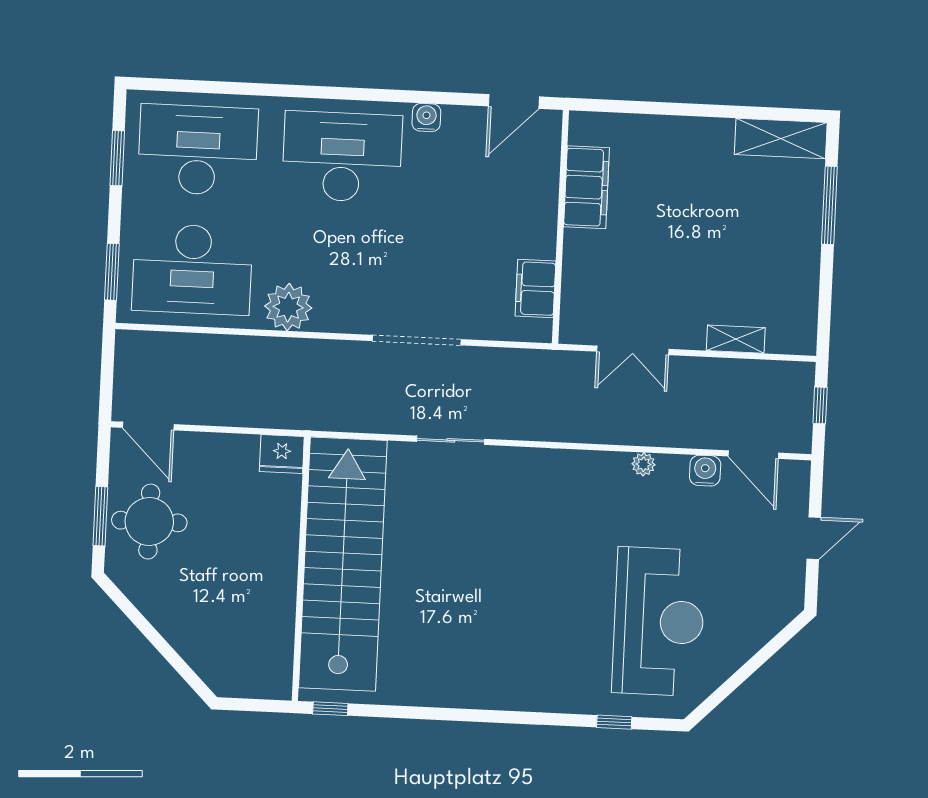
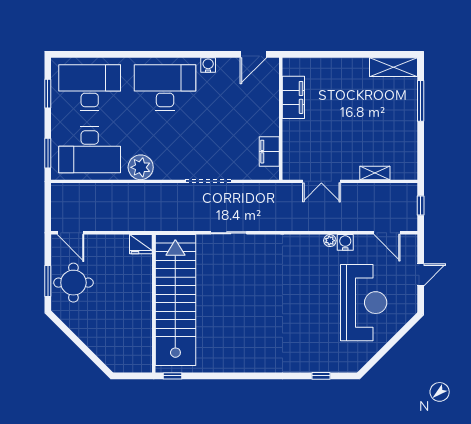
water cooler: (705, 471) -> (345, 242), moved
reception desk: (659, 621) -> (364, 303), moved

